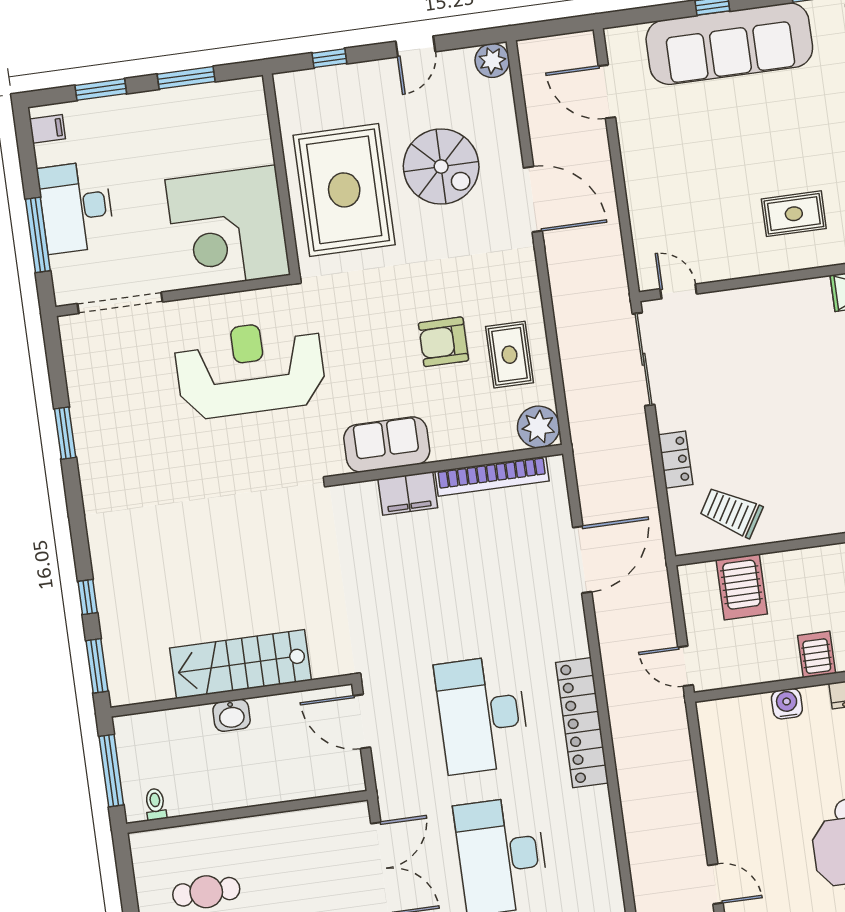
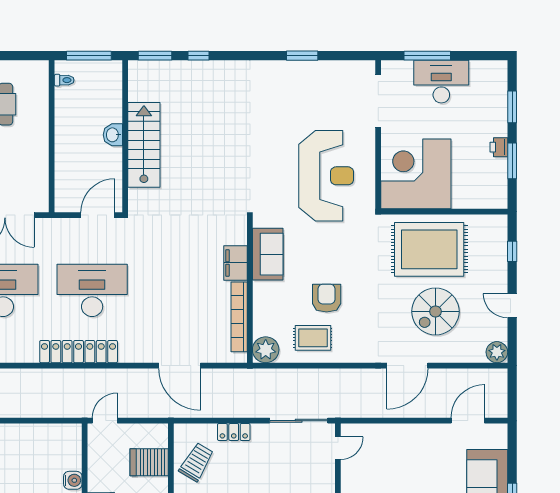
printer: (167, 102) -> (499, 147), added
filing cabinet: (47, 129) -> (492, 70), removed

